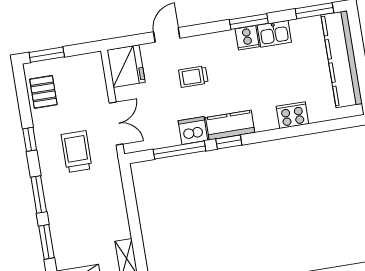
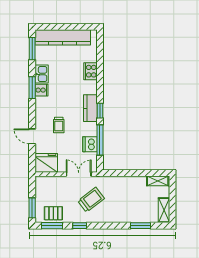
dishwasher: (193, 130) -> (90, 144), moved
trolley: (77, 152) -> (91, 200), turned 143
window: (39, 194) -> (52, 226), moved

